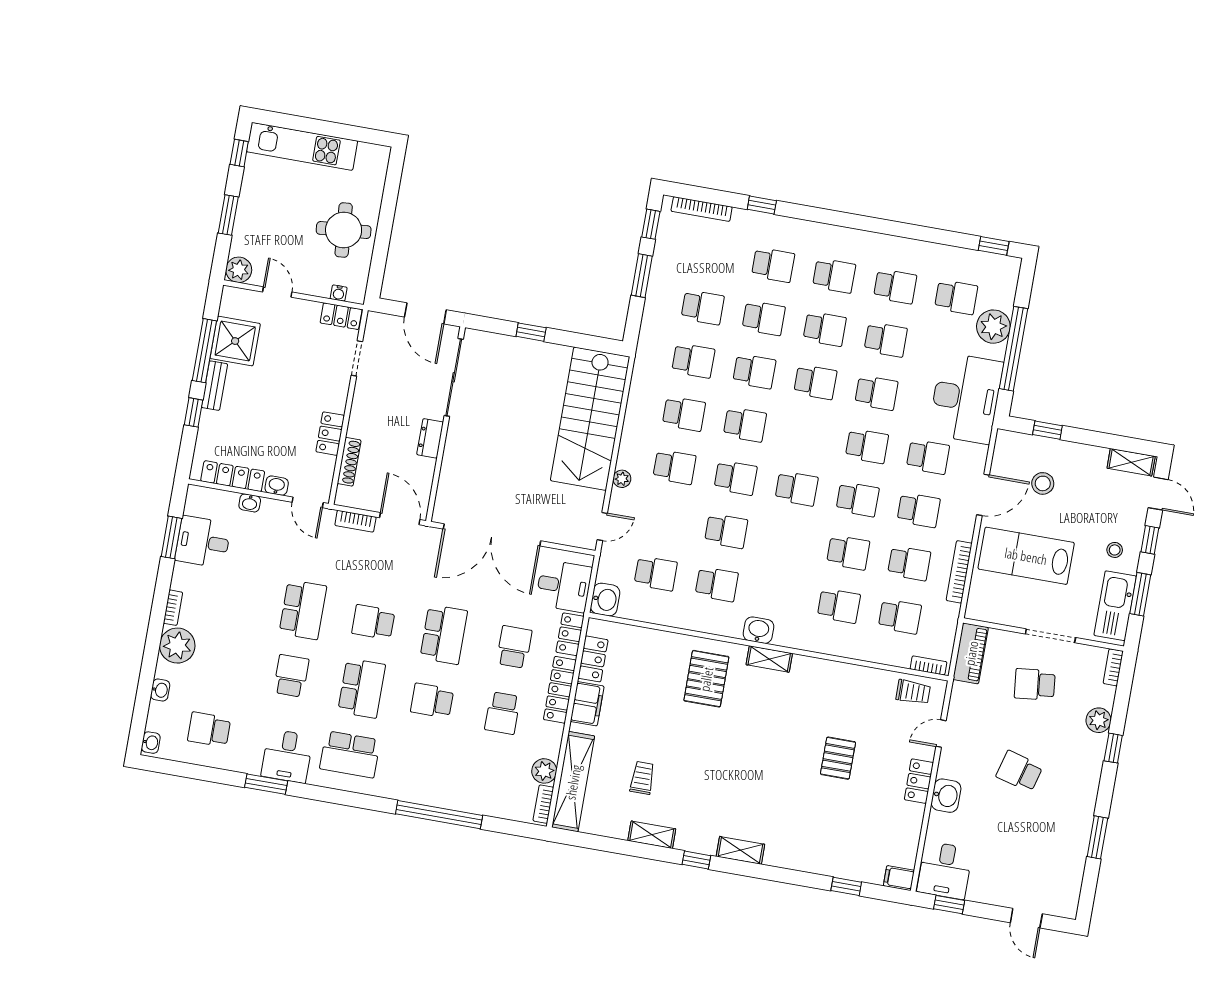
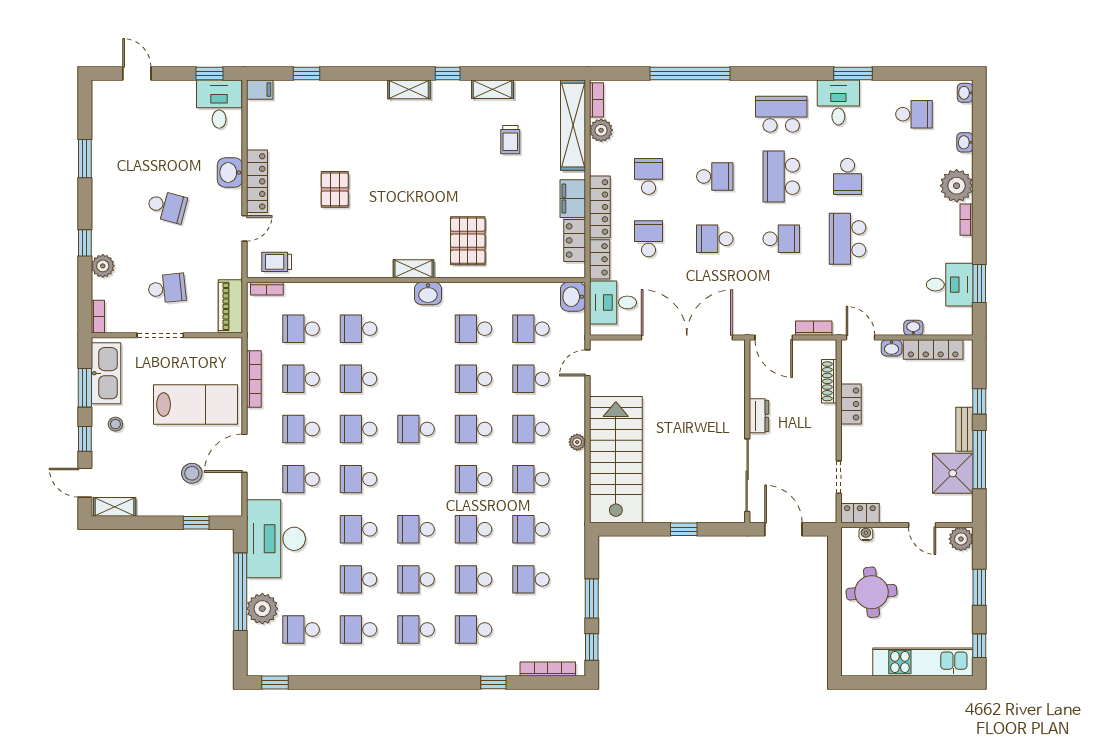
plant: (622, 479) -> (577, 442), moved
school desk: (665, 520) -> (531, 379), added
school desk: (444, 635) -> (715, 239), width x0.54
school desk: (514, 647) -> (648, 239), turned 180
locker: (919, 781) -> (257, 181), width x1.53

